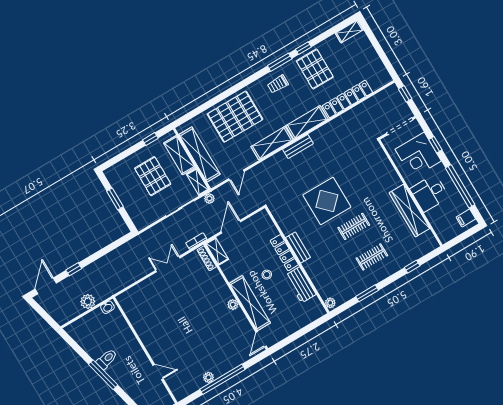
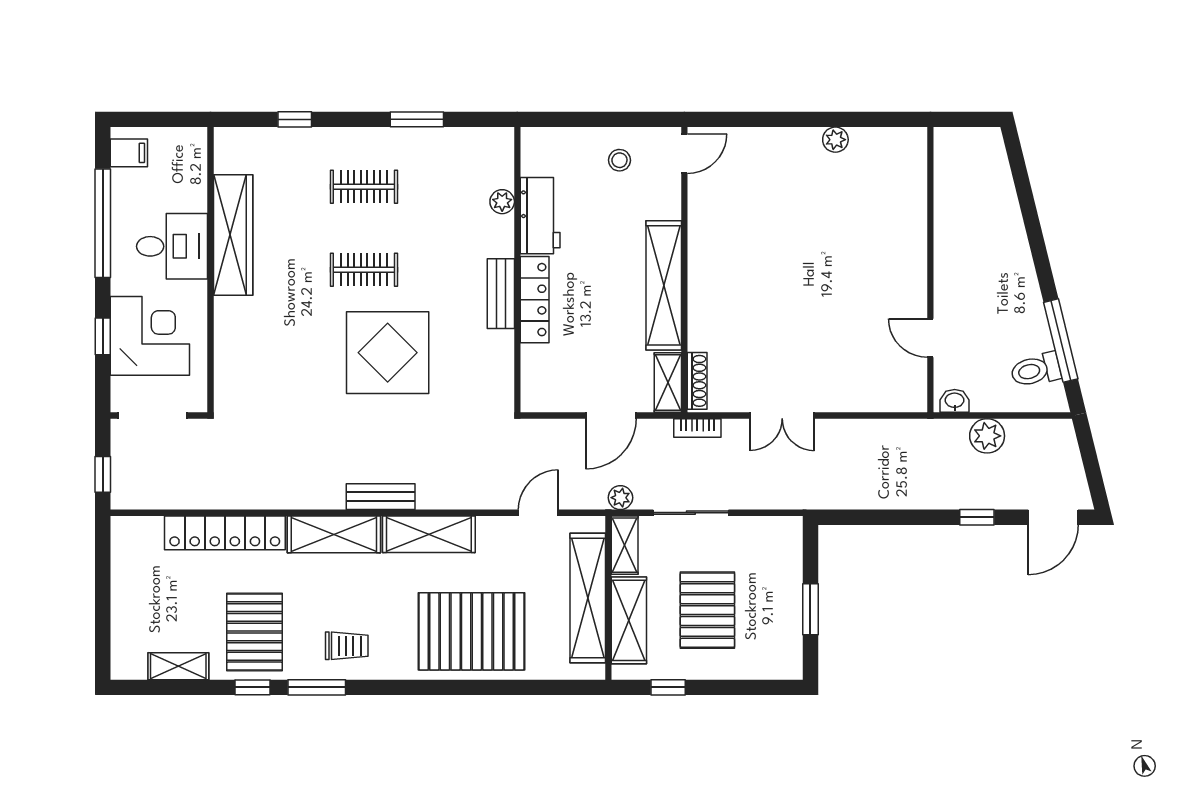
shelving: (349, 31) -> (178, 666), moved
stool: (267, 275) -> (619, 160), moved
shelving: (250, 303) -> (664, 285), moved
plant: (330, 303) -> (502, 202), moved
plant: (233, 305) -> (700, 257), removed
toilet: (107, 359) -> (1036, 370), moved
door: (158, 372) -> (930, 338), moved
window: (103, 375) -> (1061, 341), moved
window: (222, 379) -> (810, 119), removed

